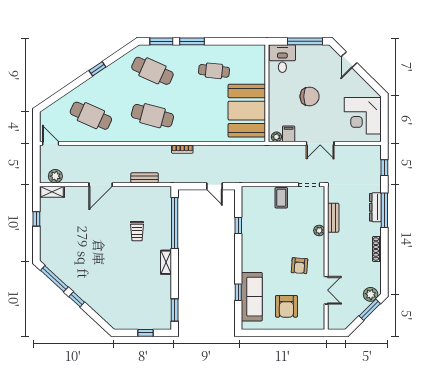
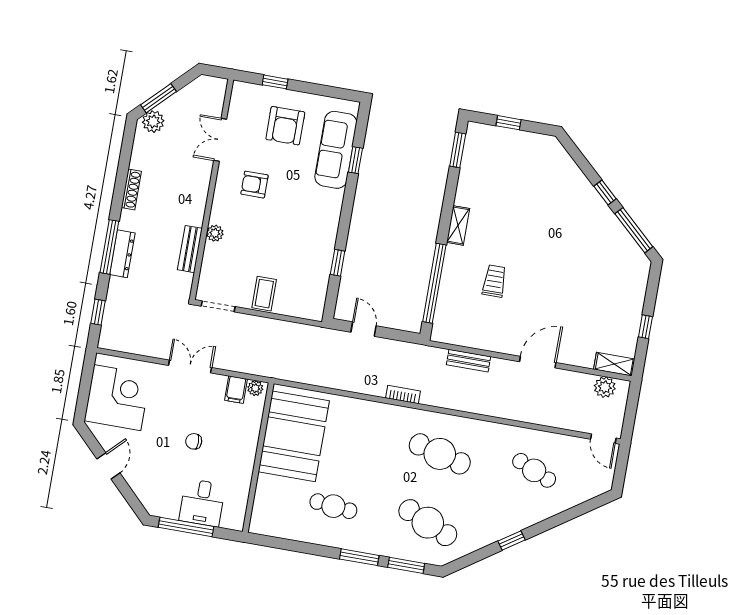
desk: (282, 59) -> (202, 503), moved
door: (349, 60) -> (108, 466), moved
chair: (310, 96) -> (194, 441), width x0.54, depth x0.54
cafe table: (91, 116) -> (534, 470), width x0.73, depth x0.74
armchair: (299, 266) -> (254, 185), turned -94
armchair: (286, 306) -> (285, 126), turned 180
window: (298, 333) -> (275, 82), added

